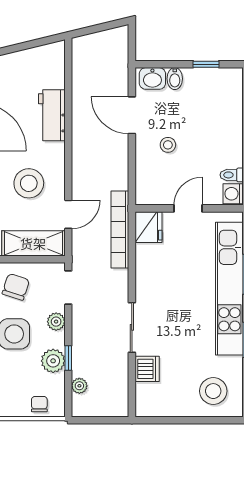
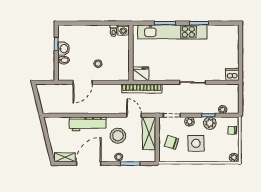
washbasin: (152, 78) -> (64, 49), moved
workbench: (52, 115) -> (88, 124), width x1.38
door: (188, 208) -> (131, 53), removed
dishwasher: (147, 369) -> (232, 74), moved
stool: (213, 391) -> (225, 40), removed

